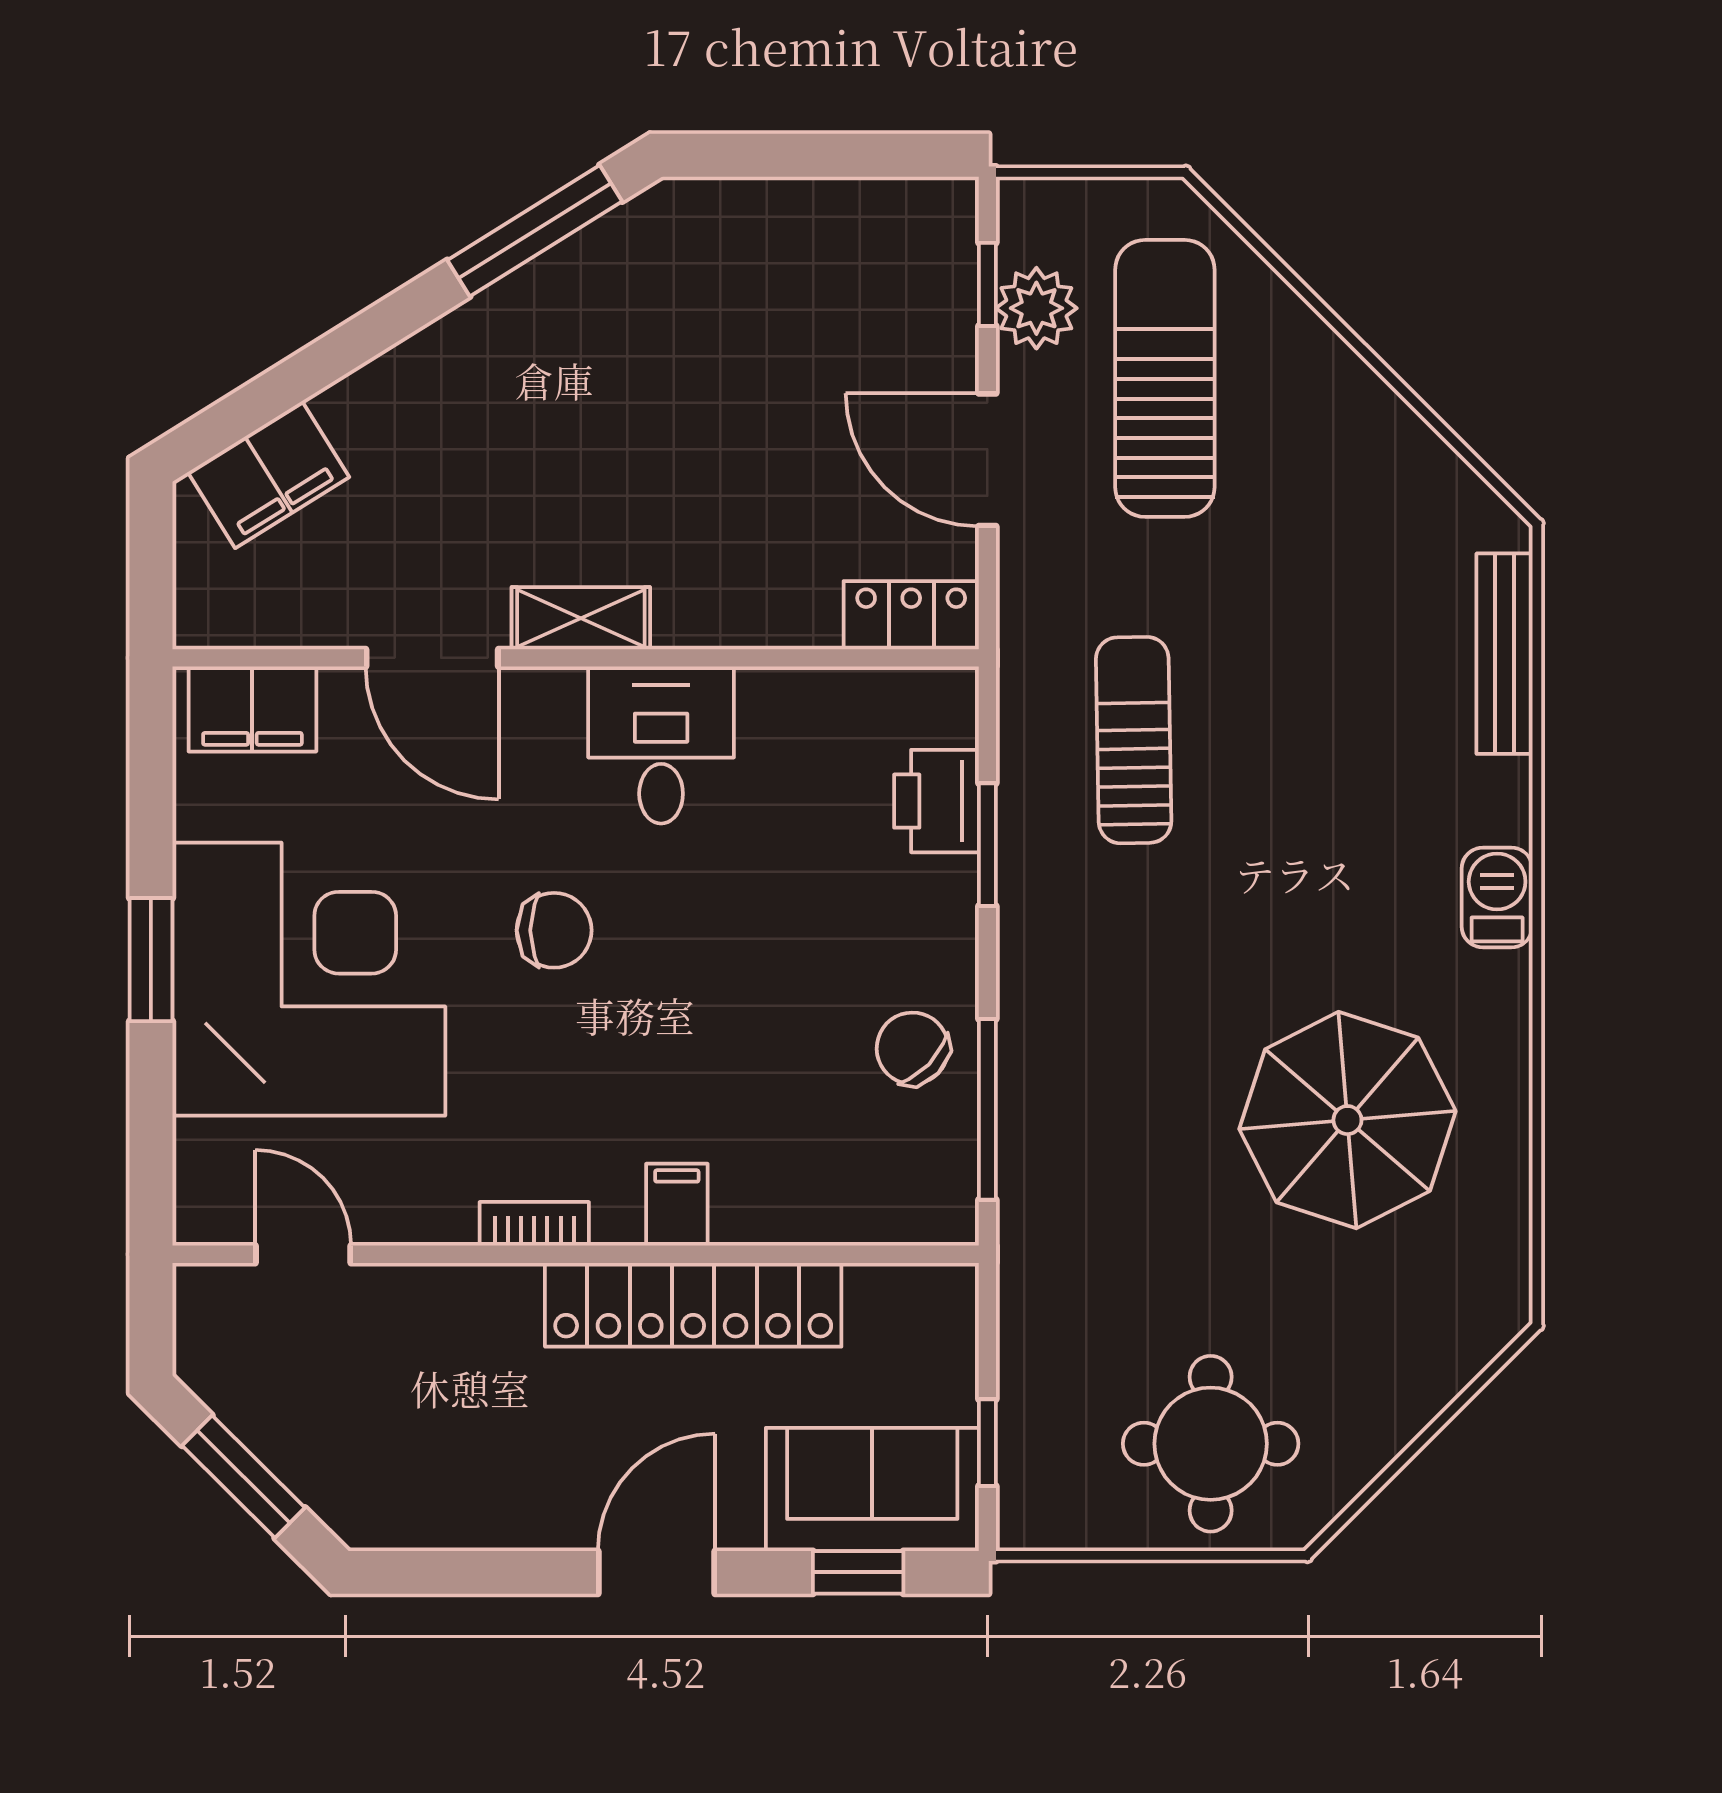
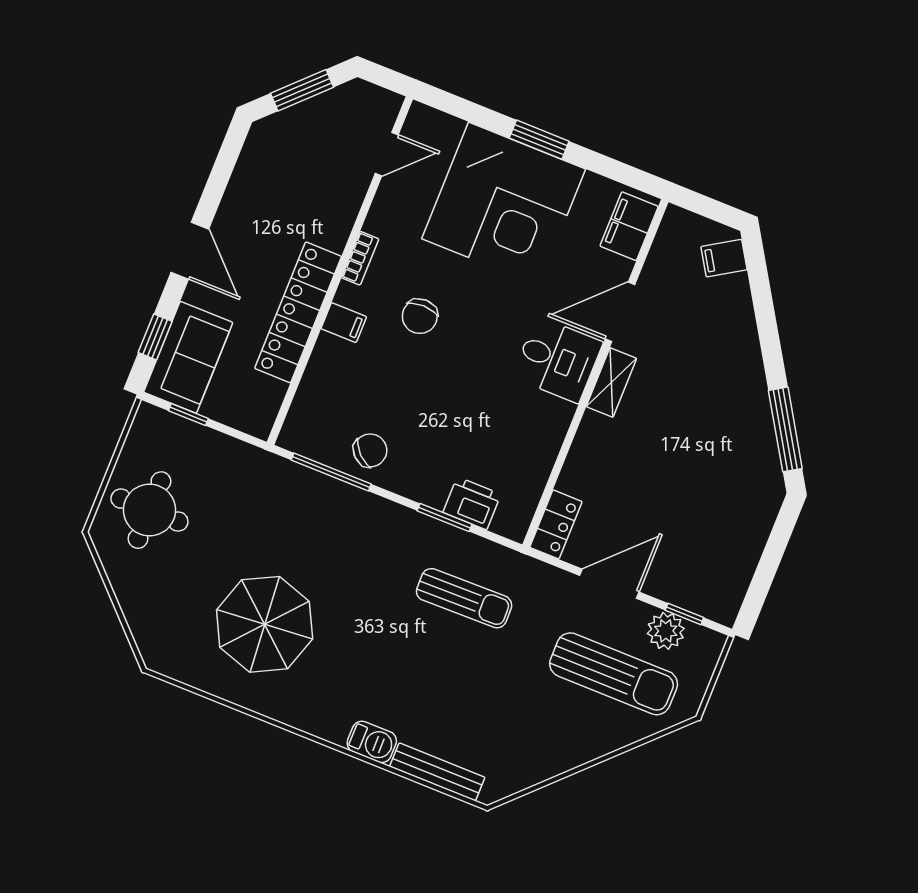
filing cabinet: (269, 475) -> (724, 258), width x0.50
desk: (661, 745) -> (558, 360), moved
barbecue: (1497, 897) -> (372, 742), moved
chair: (554, 930) -> (420, 316), moved

